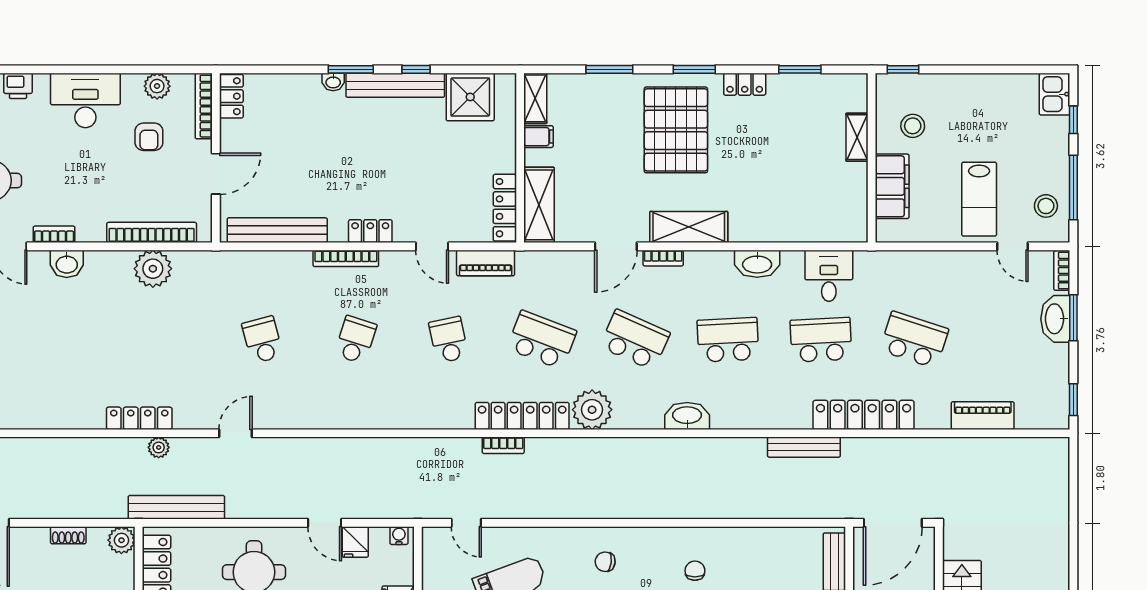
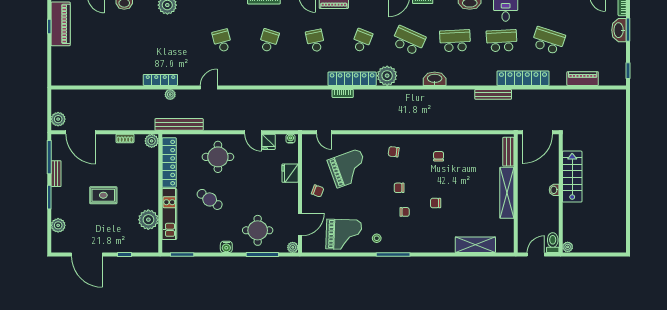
school desk: (542, 340) -> (362, 41), width x0.54

